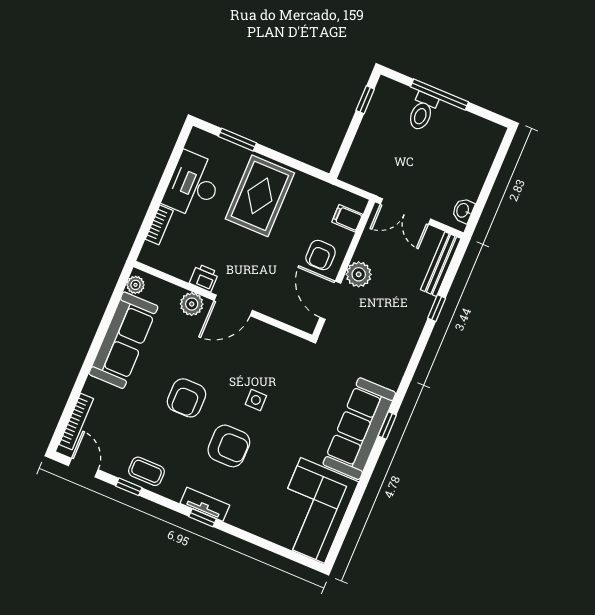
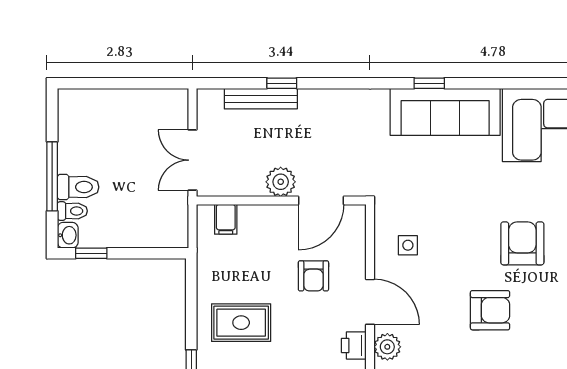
toilet: (405, 99) -> (72, 211), added
rug: (260, 196) -> (241, 323), width x0.73, depth x0.70
double door: (405, 211) -> (192, 160), swing flipped
washbasin: (463, 211) -> (68, 235), moved, turned -90
armchair: (321, 255) -> (313, 276), moved, turned 90
bench: (441, 264) -> (261, 99), moved
side table: (256, 400) -> (408, 245), moved

